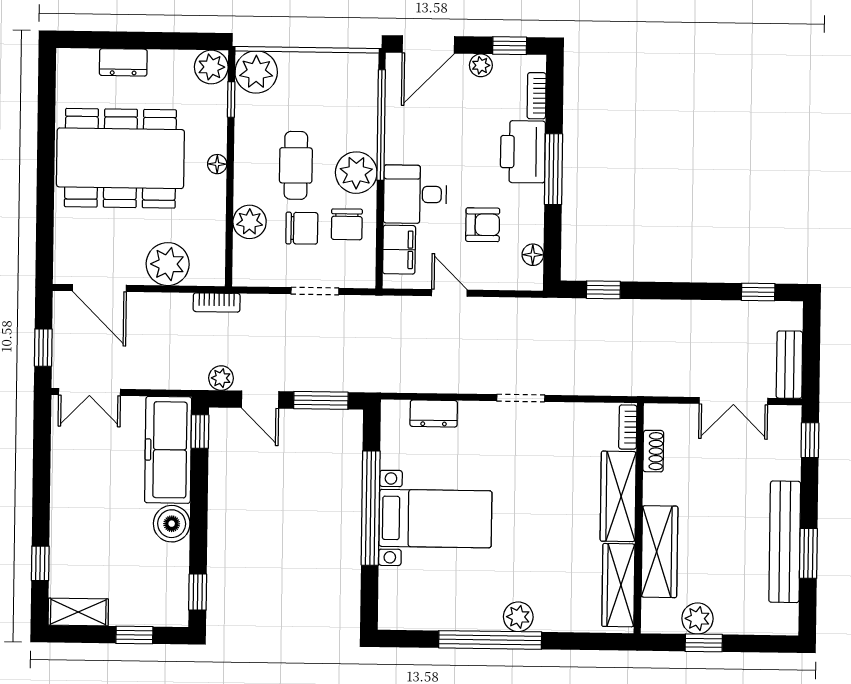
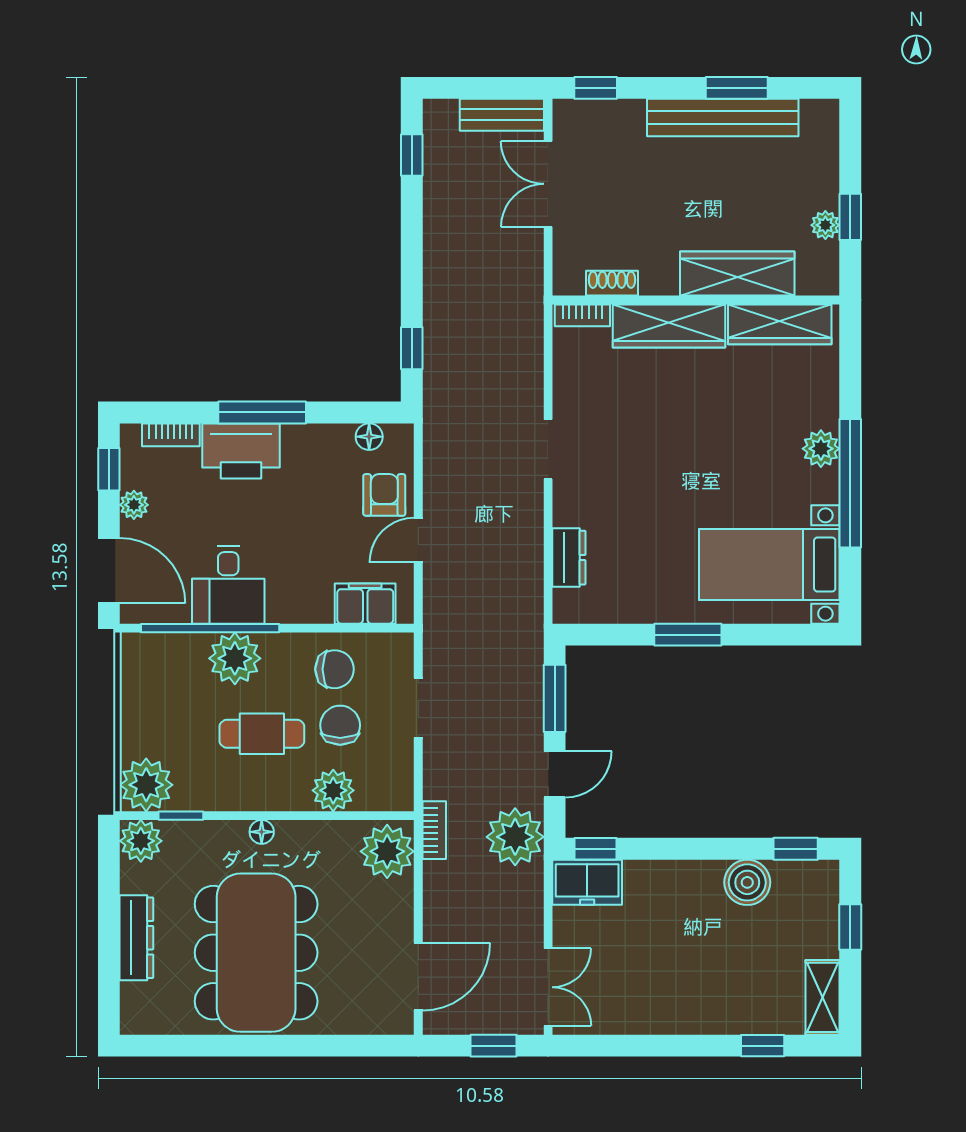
dresser: (123, 62) -> (136, 938), width x1.44
plant: (356, 173) -> (235, 658), moved
desk: (415, 194) -> (228, 585), moved
armchair: (483, 225) -> (384, 495), moved
plant: (168, 264) -> (387, 851), moved
plant: (221, 378) -> (515, 837), width x1.88, depth x1.88
double door: (733, 401) -> (548, 184), swing flipped
freezer: (168, 450) -> (587, 882), width x0.52, depth x0.79
window: (371, 508) -> (688, 635), width x0.47
bed with nightstands: (435, 519) -> (769, 564), moved, turned -90
boiler: (172, 524) -> (747, 882), moved
plant: (697, 619) -> (825, 225), width x0.73, depth x0.73

